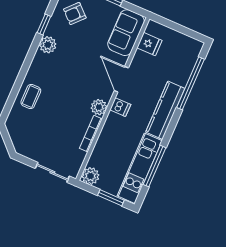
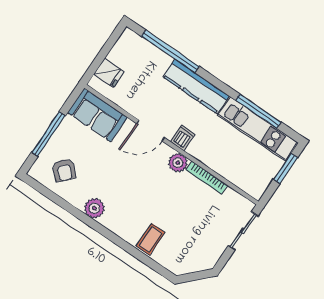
window: (44, 24) -> (70, 208), removed
fridge: (149, 44) -> (109, 73), moved, turned 90
coffee table: (31, 96) -> (151, 239), turned 90
plant: (91, 176) -> (256, 187), removed

